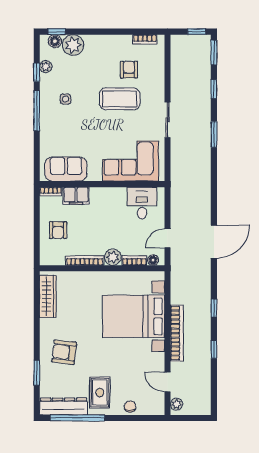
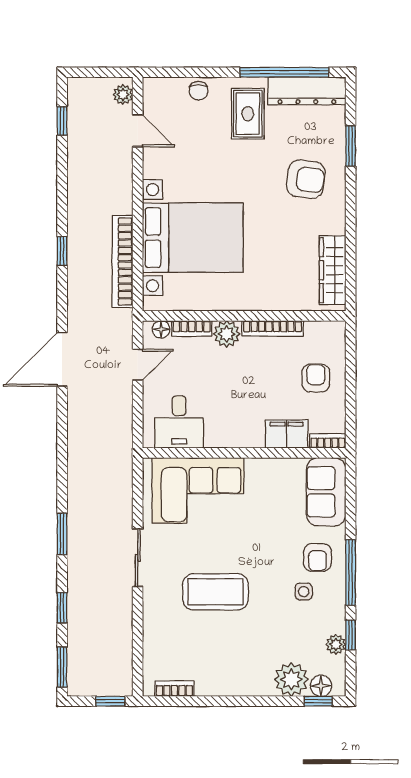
window: (197, 32) -> (110, 701), moved
armchair: (129, 70) -> (317, 557), moved
sofa: (66, 169) -> (326, 492), moved, turned 90
bookcase: (177, 333) -> (123, 261), moved
window: (214, 349) -> (62, 121), moved

